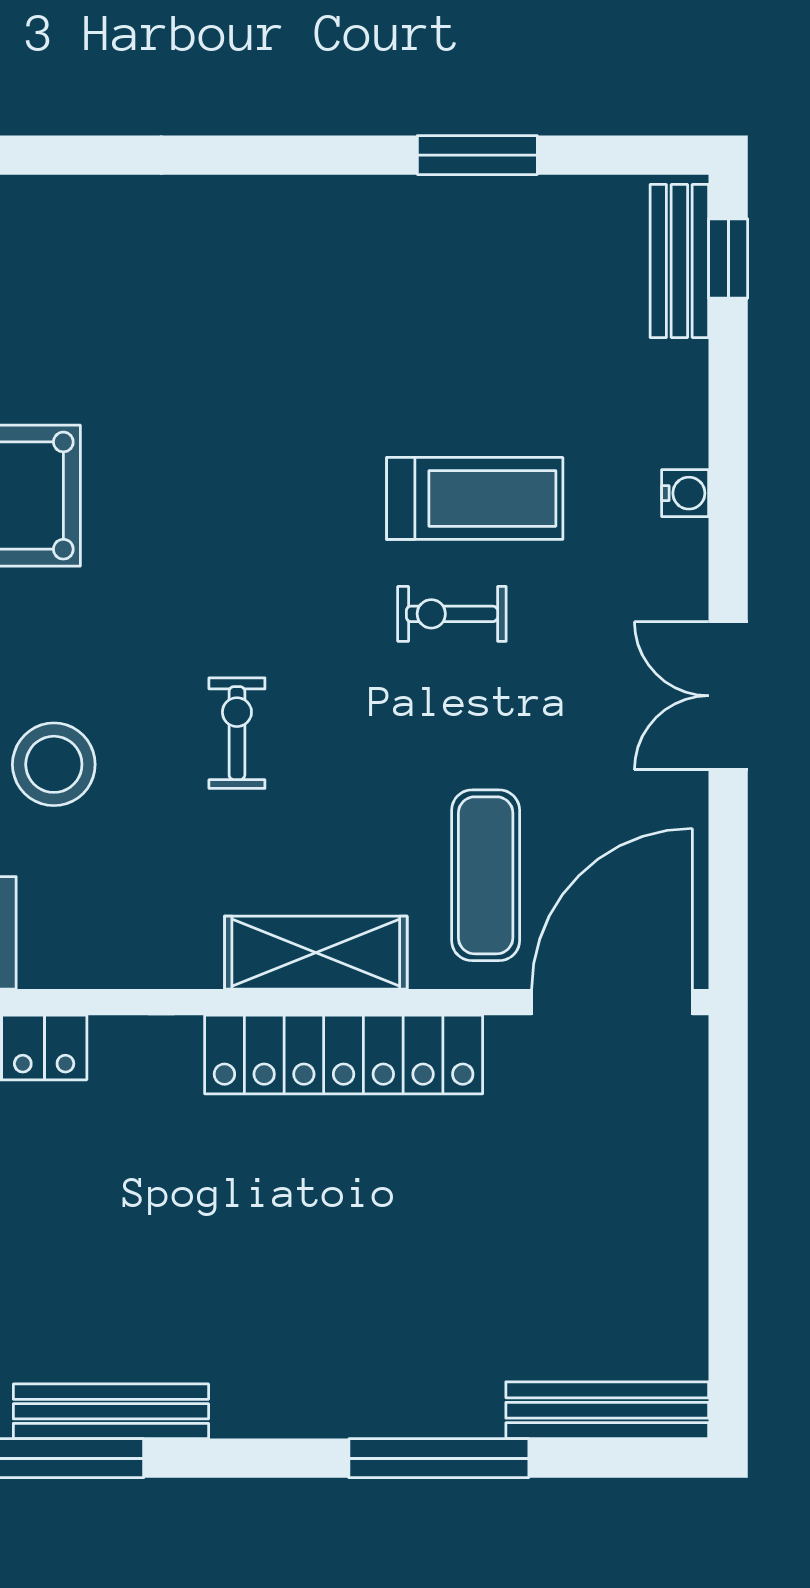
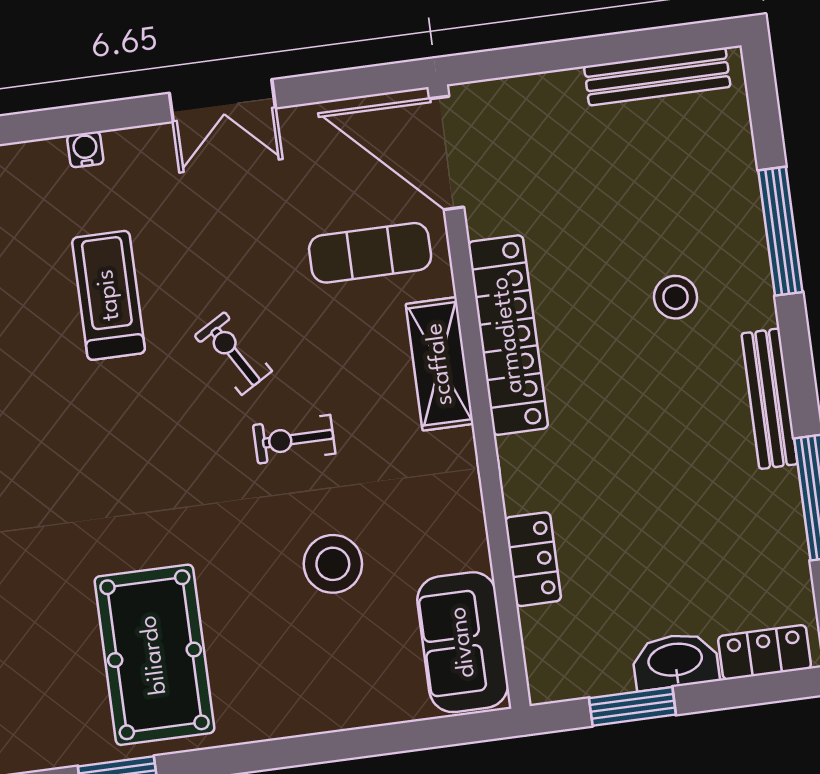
exercise bike: (452, 614) -> (233, 353), moved, turned 149
stool: (366, 1298) -> (675, 297), added
bench: (607, 1410) -> (657, 77), moved, turned 90
bench: (111, 1411) -> (770, 399), moved

